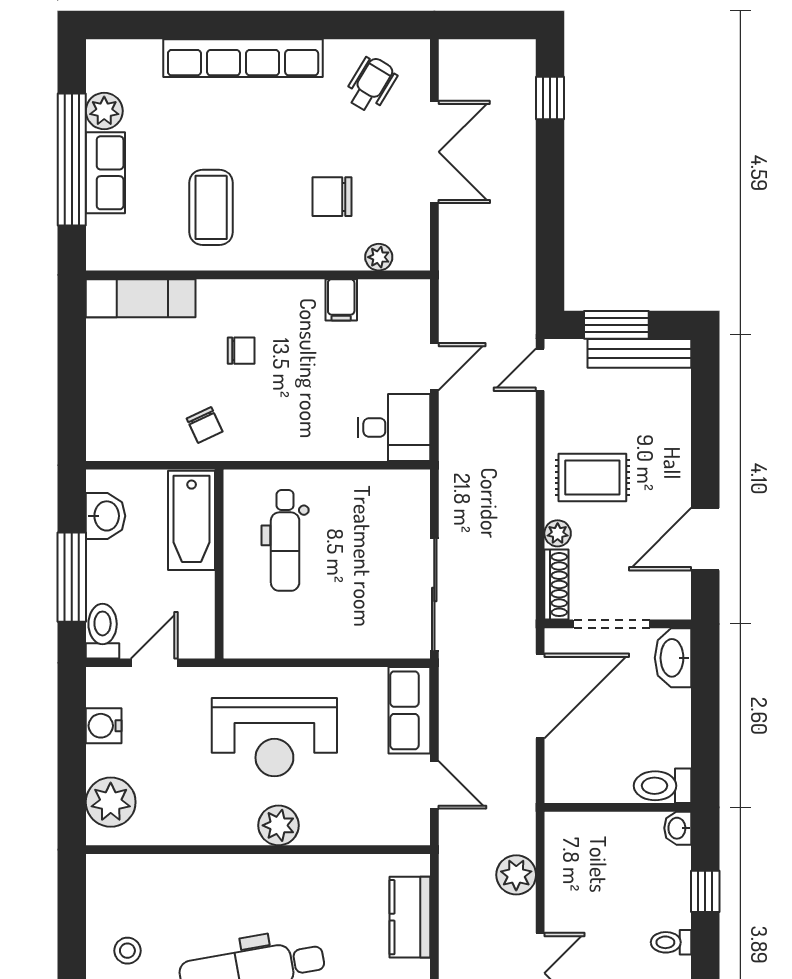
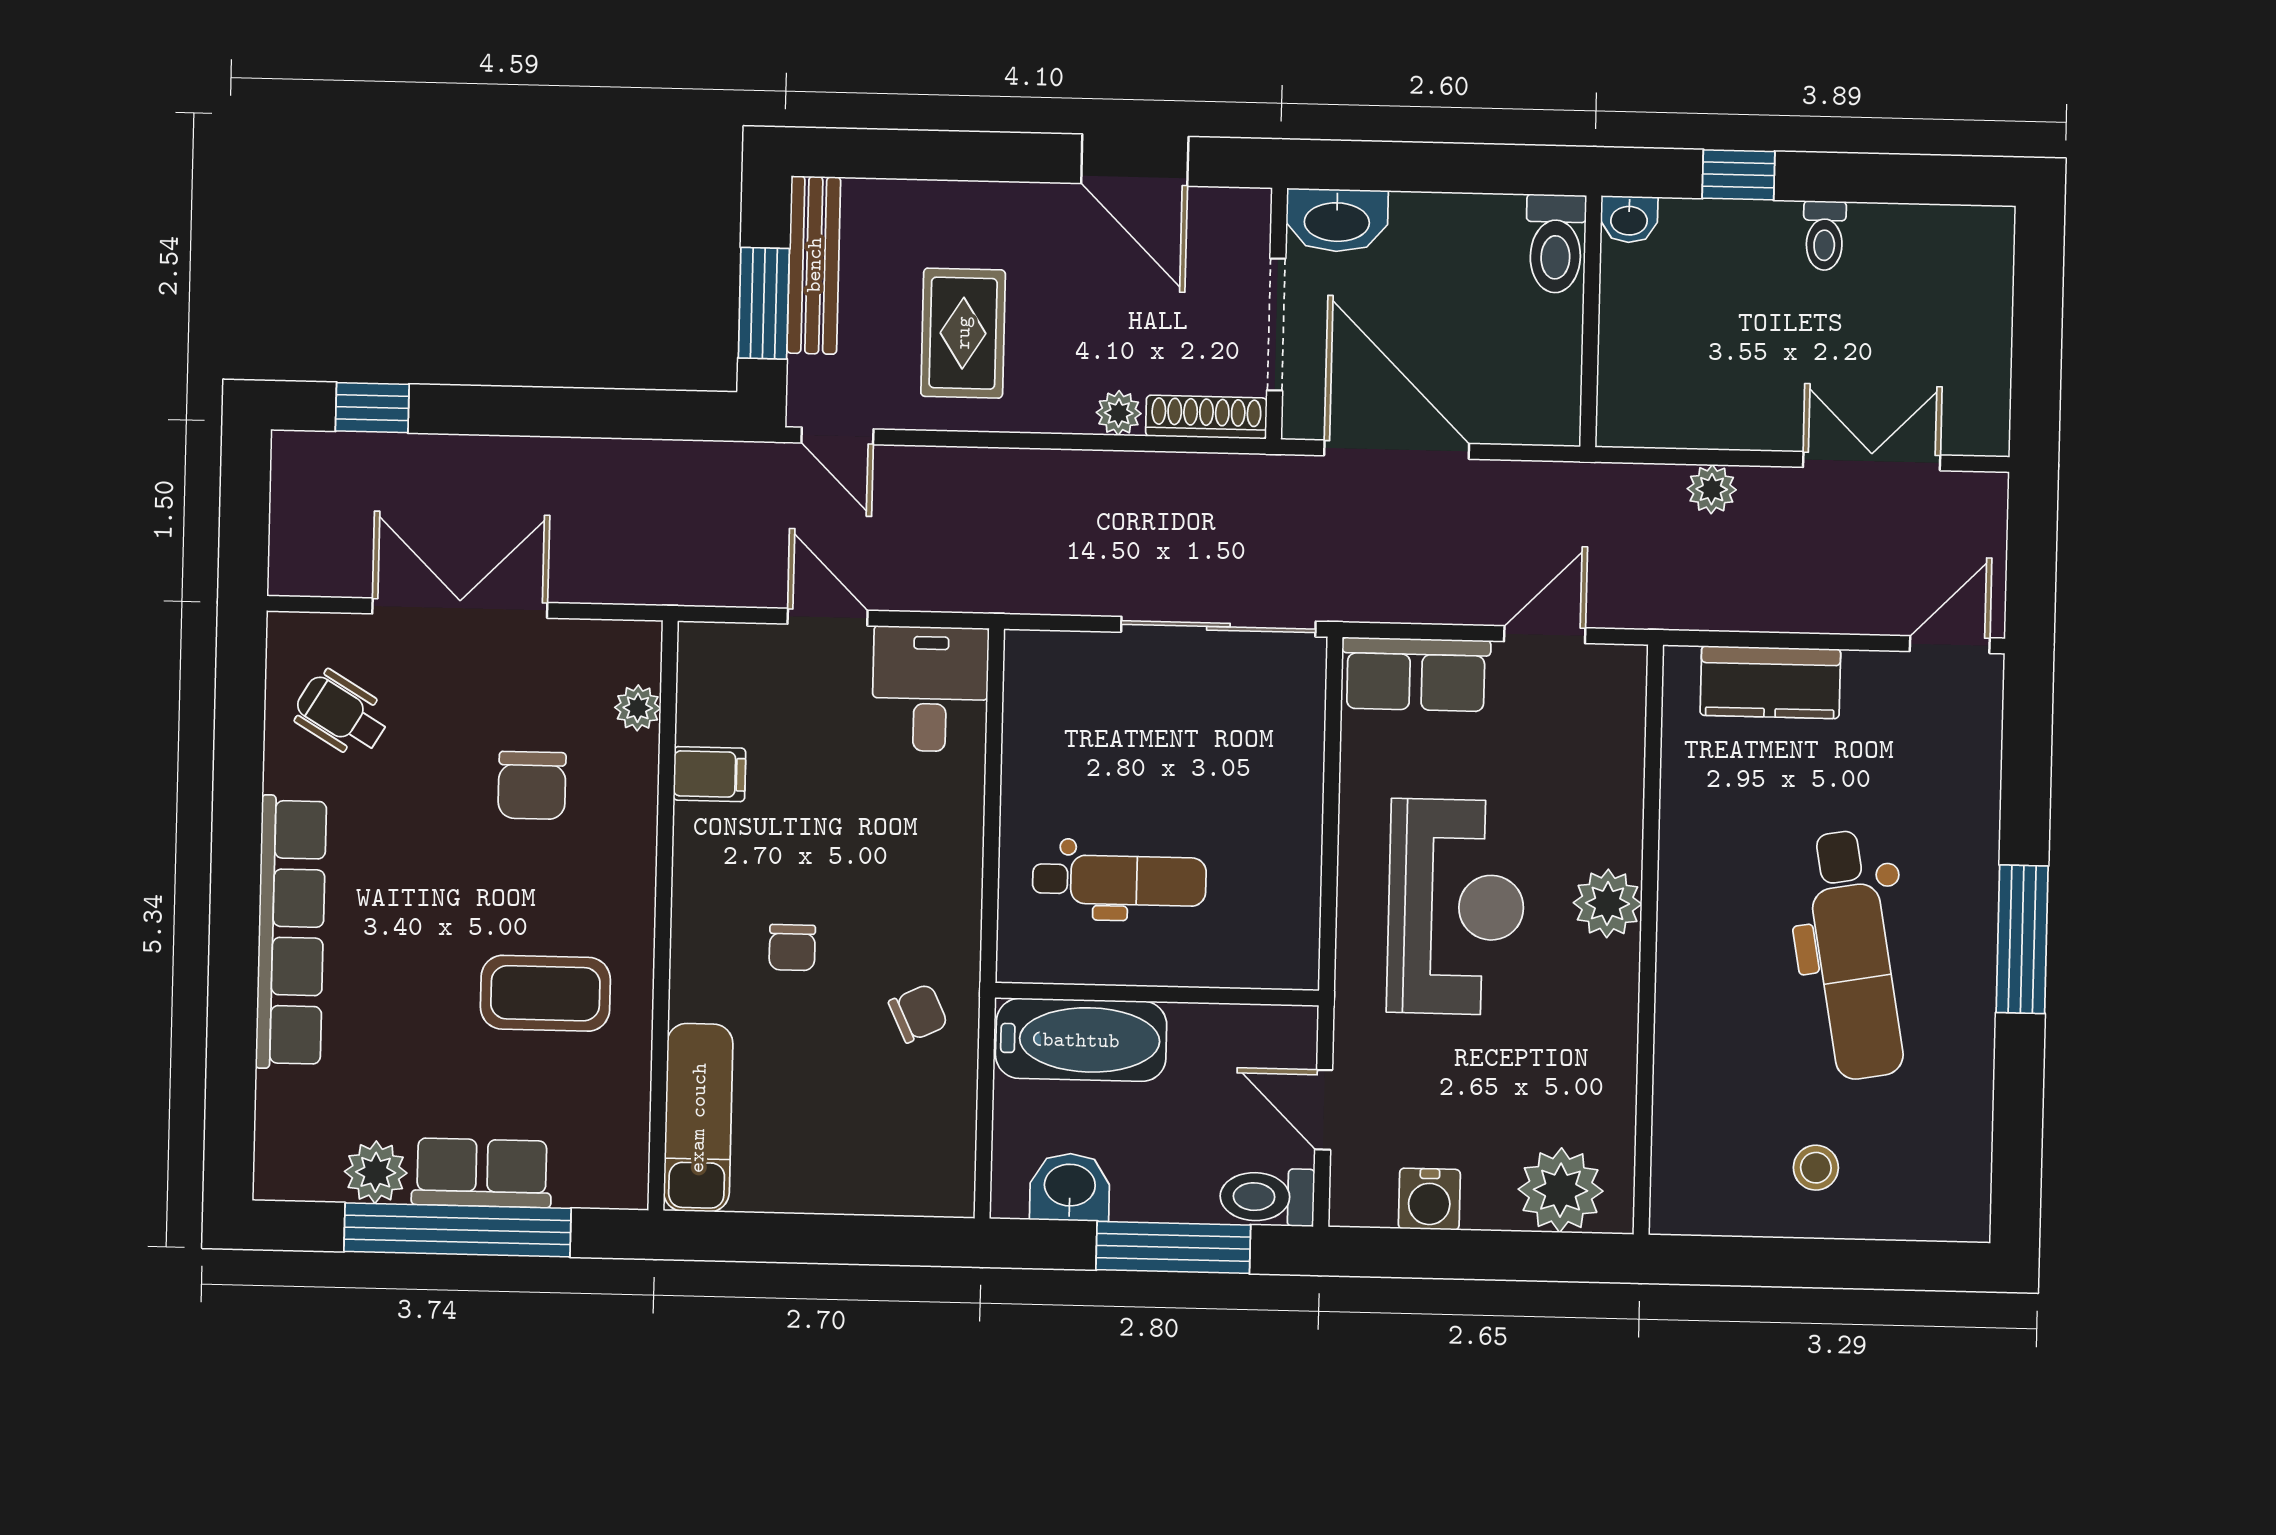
chair: (241, 351) -> (792, 948), turned 180
rug: (592, 478) -> (963, 333), moved
plant: (516, 875) -> (1712, 489), width x0.73, depth x0.73

